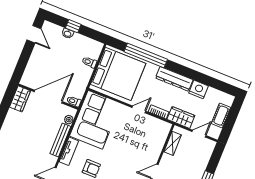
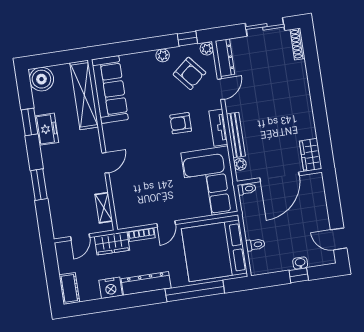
cot: (221, 116) -> (69, 288), moved

